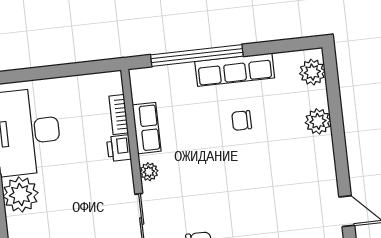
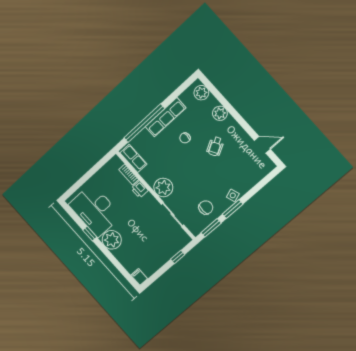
row of seats: (147, 128) -> (133, 158), moved
wheelchair: (277, 165) -> (215, 146), added
plant: (149, 172) -> (163, 187), width x1.88, depth x1.88

